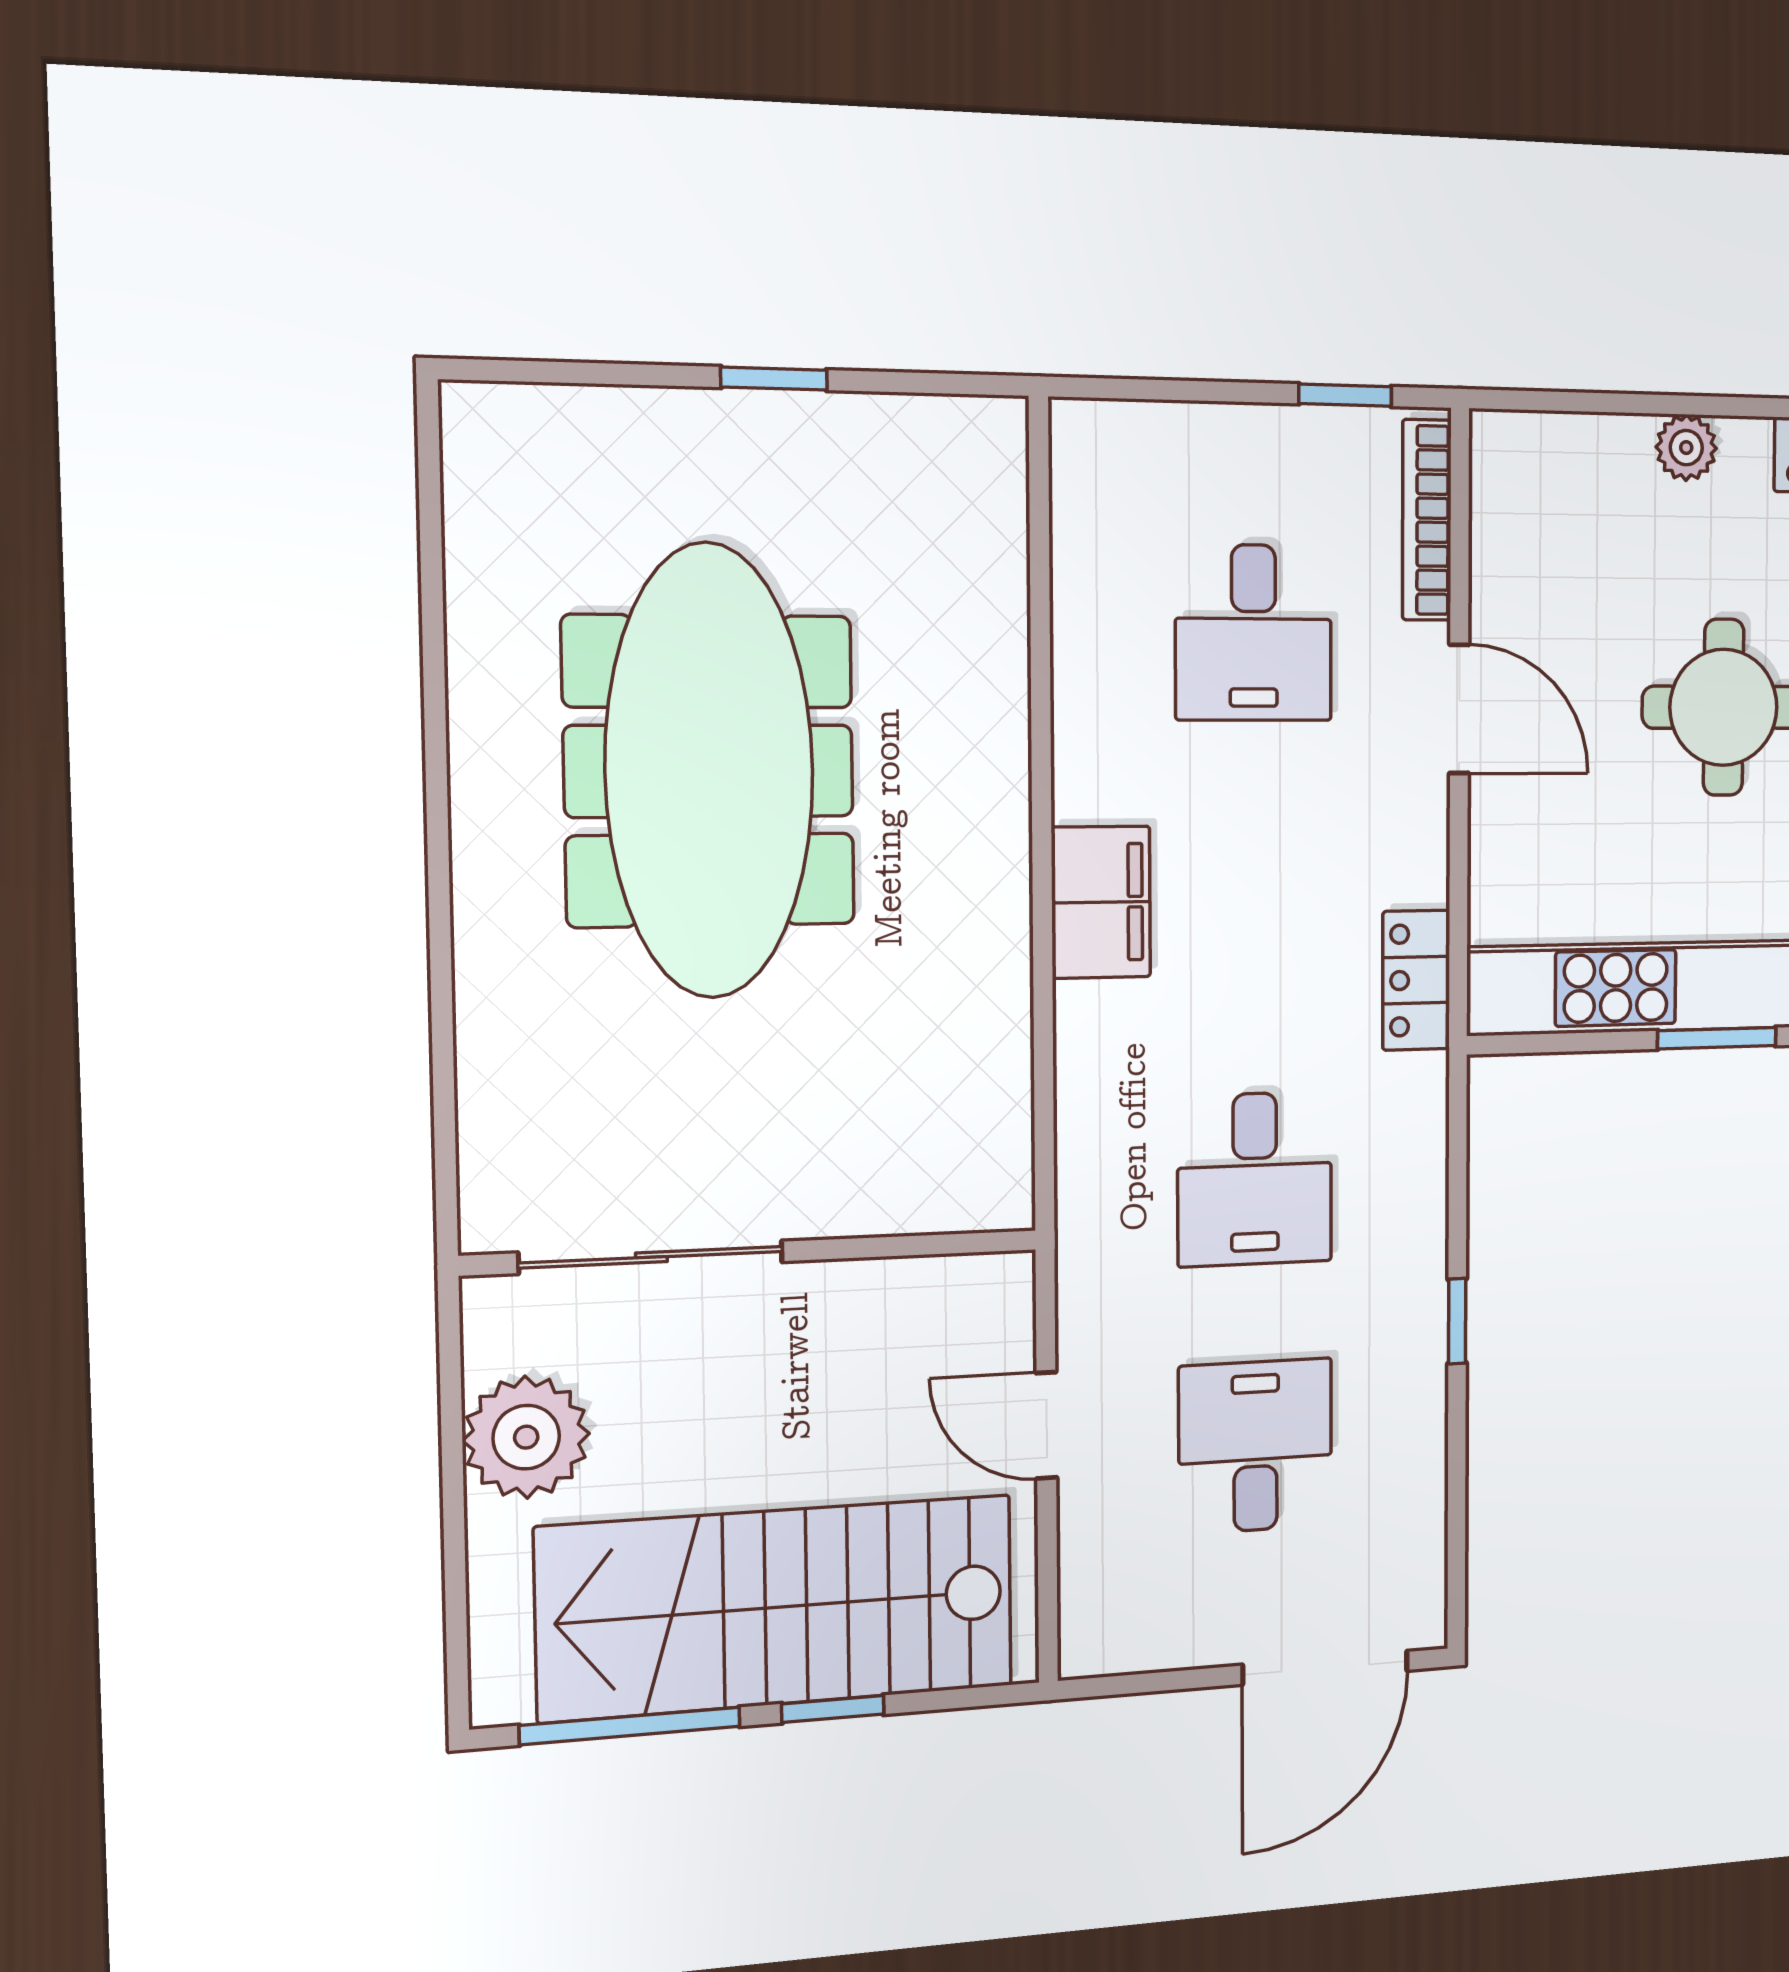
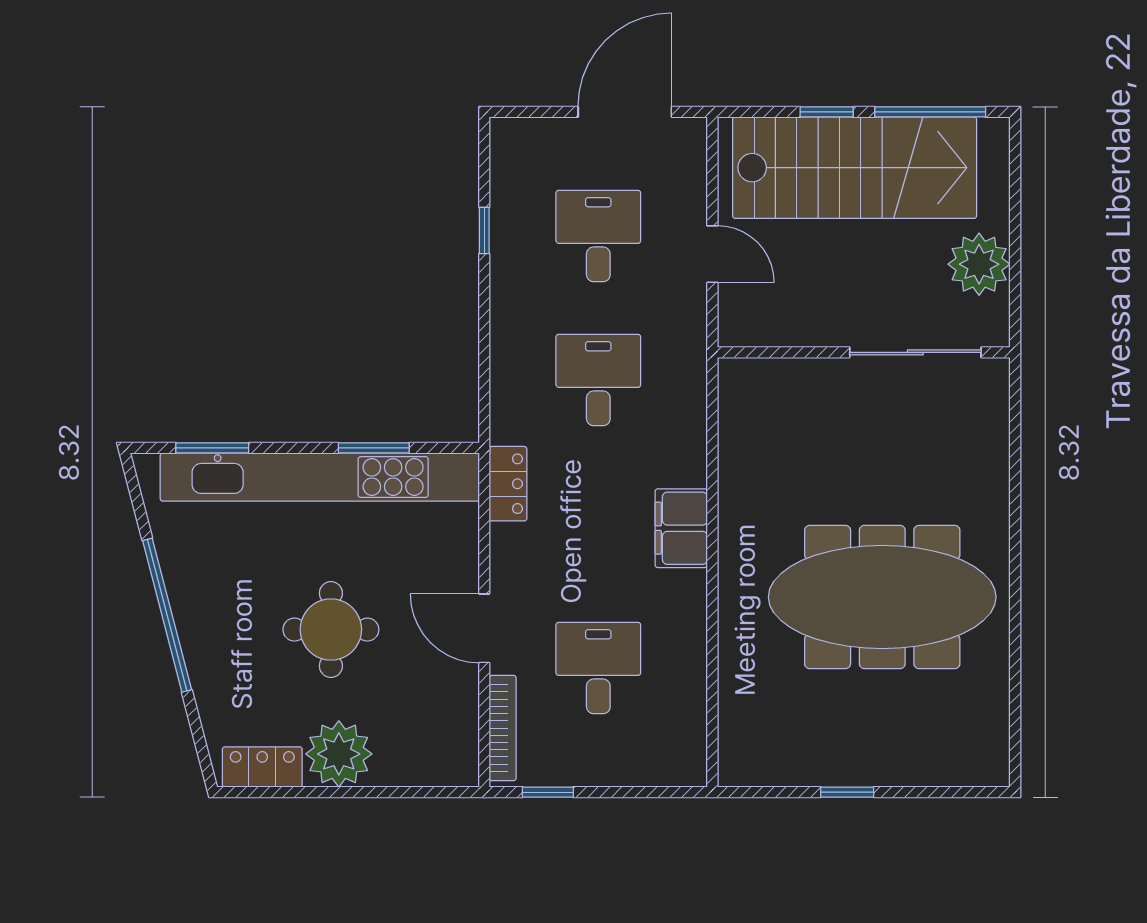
plant: (1686, 448) -> (339, 754), width x1.88, depth x1.88
meeting table: (710, 771) -> (882, 597), turned 90
window: (1717, 1038) -> (374, 448), moved
window: (1457, 1321) -> (484, 230), moved
desk: (1255, 1446) -> (598, 236), turned 180
door: (1325, 1668) -> (625, 112), moved

